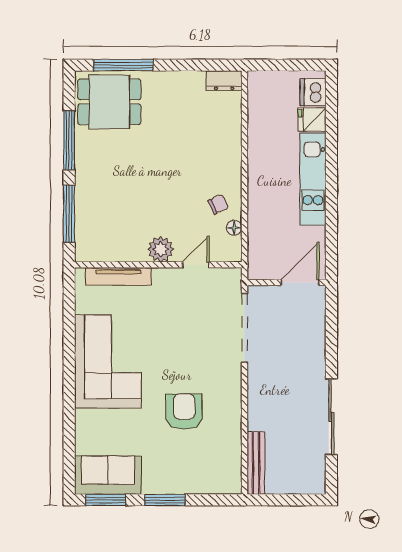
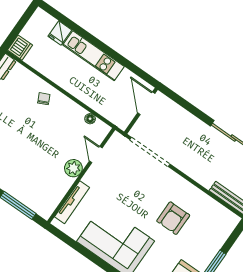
dishwasher: (313, 92) -> (20, 48), moved, turned -90
chair: (218, 204) -> (44, 99), moved
armchair: (184, 412) -> (173, 218), turned -90

